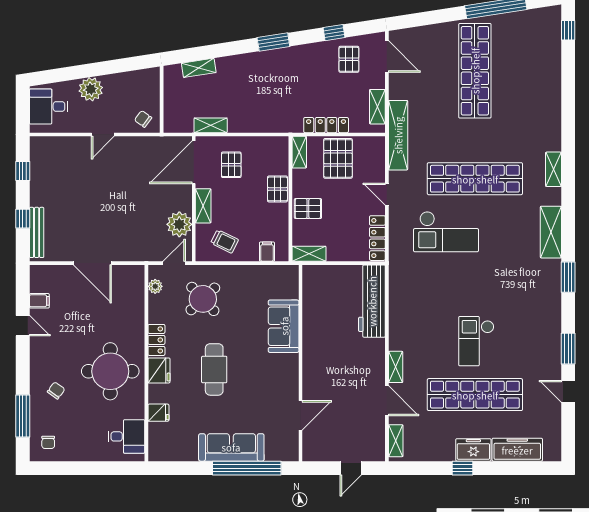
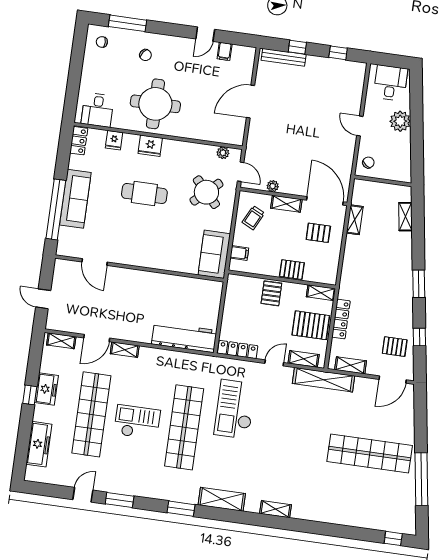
shop shelf: (475, 179) -> (184, 427), moved
plant: (179, 224) -> (273, 186), width x0.53, depth x0.53
shelving: (309, 254) -> (304, 359), moved, turned 90
sofa: (284, 326) -> (214, 254), moved, turned -90
locker: (156, 340) -> (79, 141), moved, turned -90
freezer: (473, 450) -> (46, 389), moved

